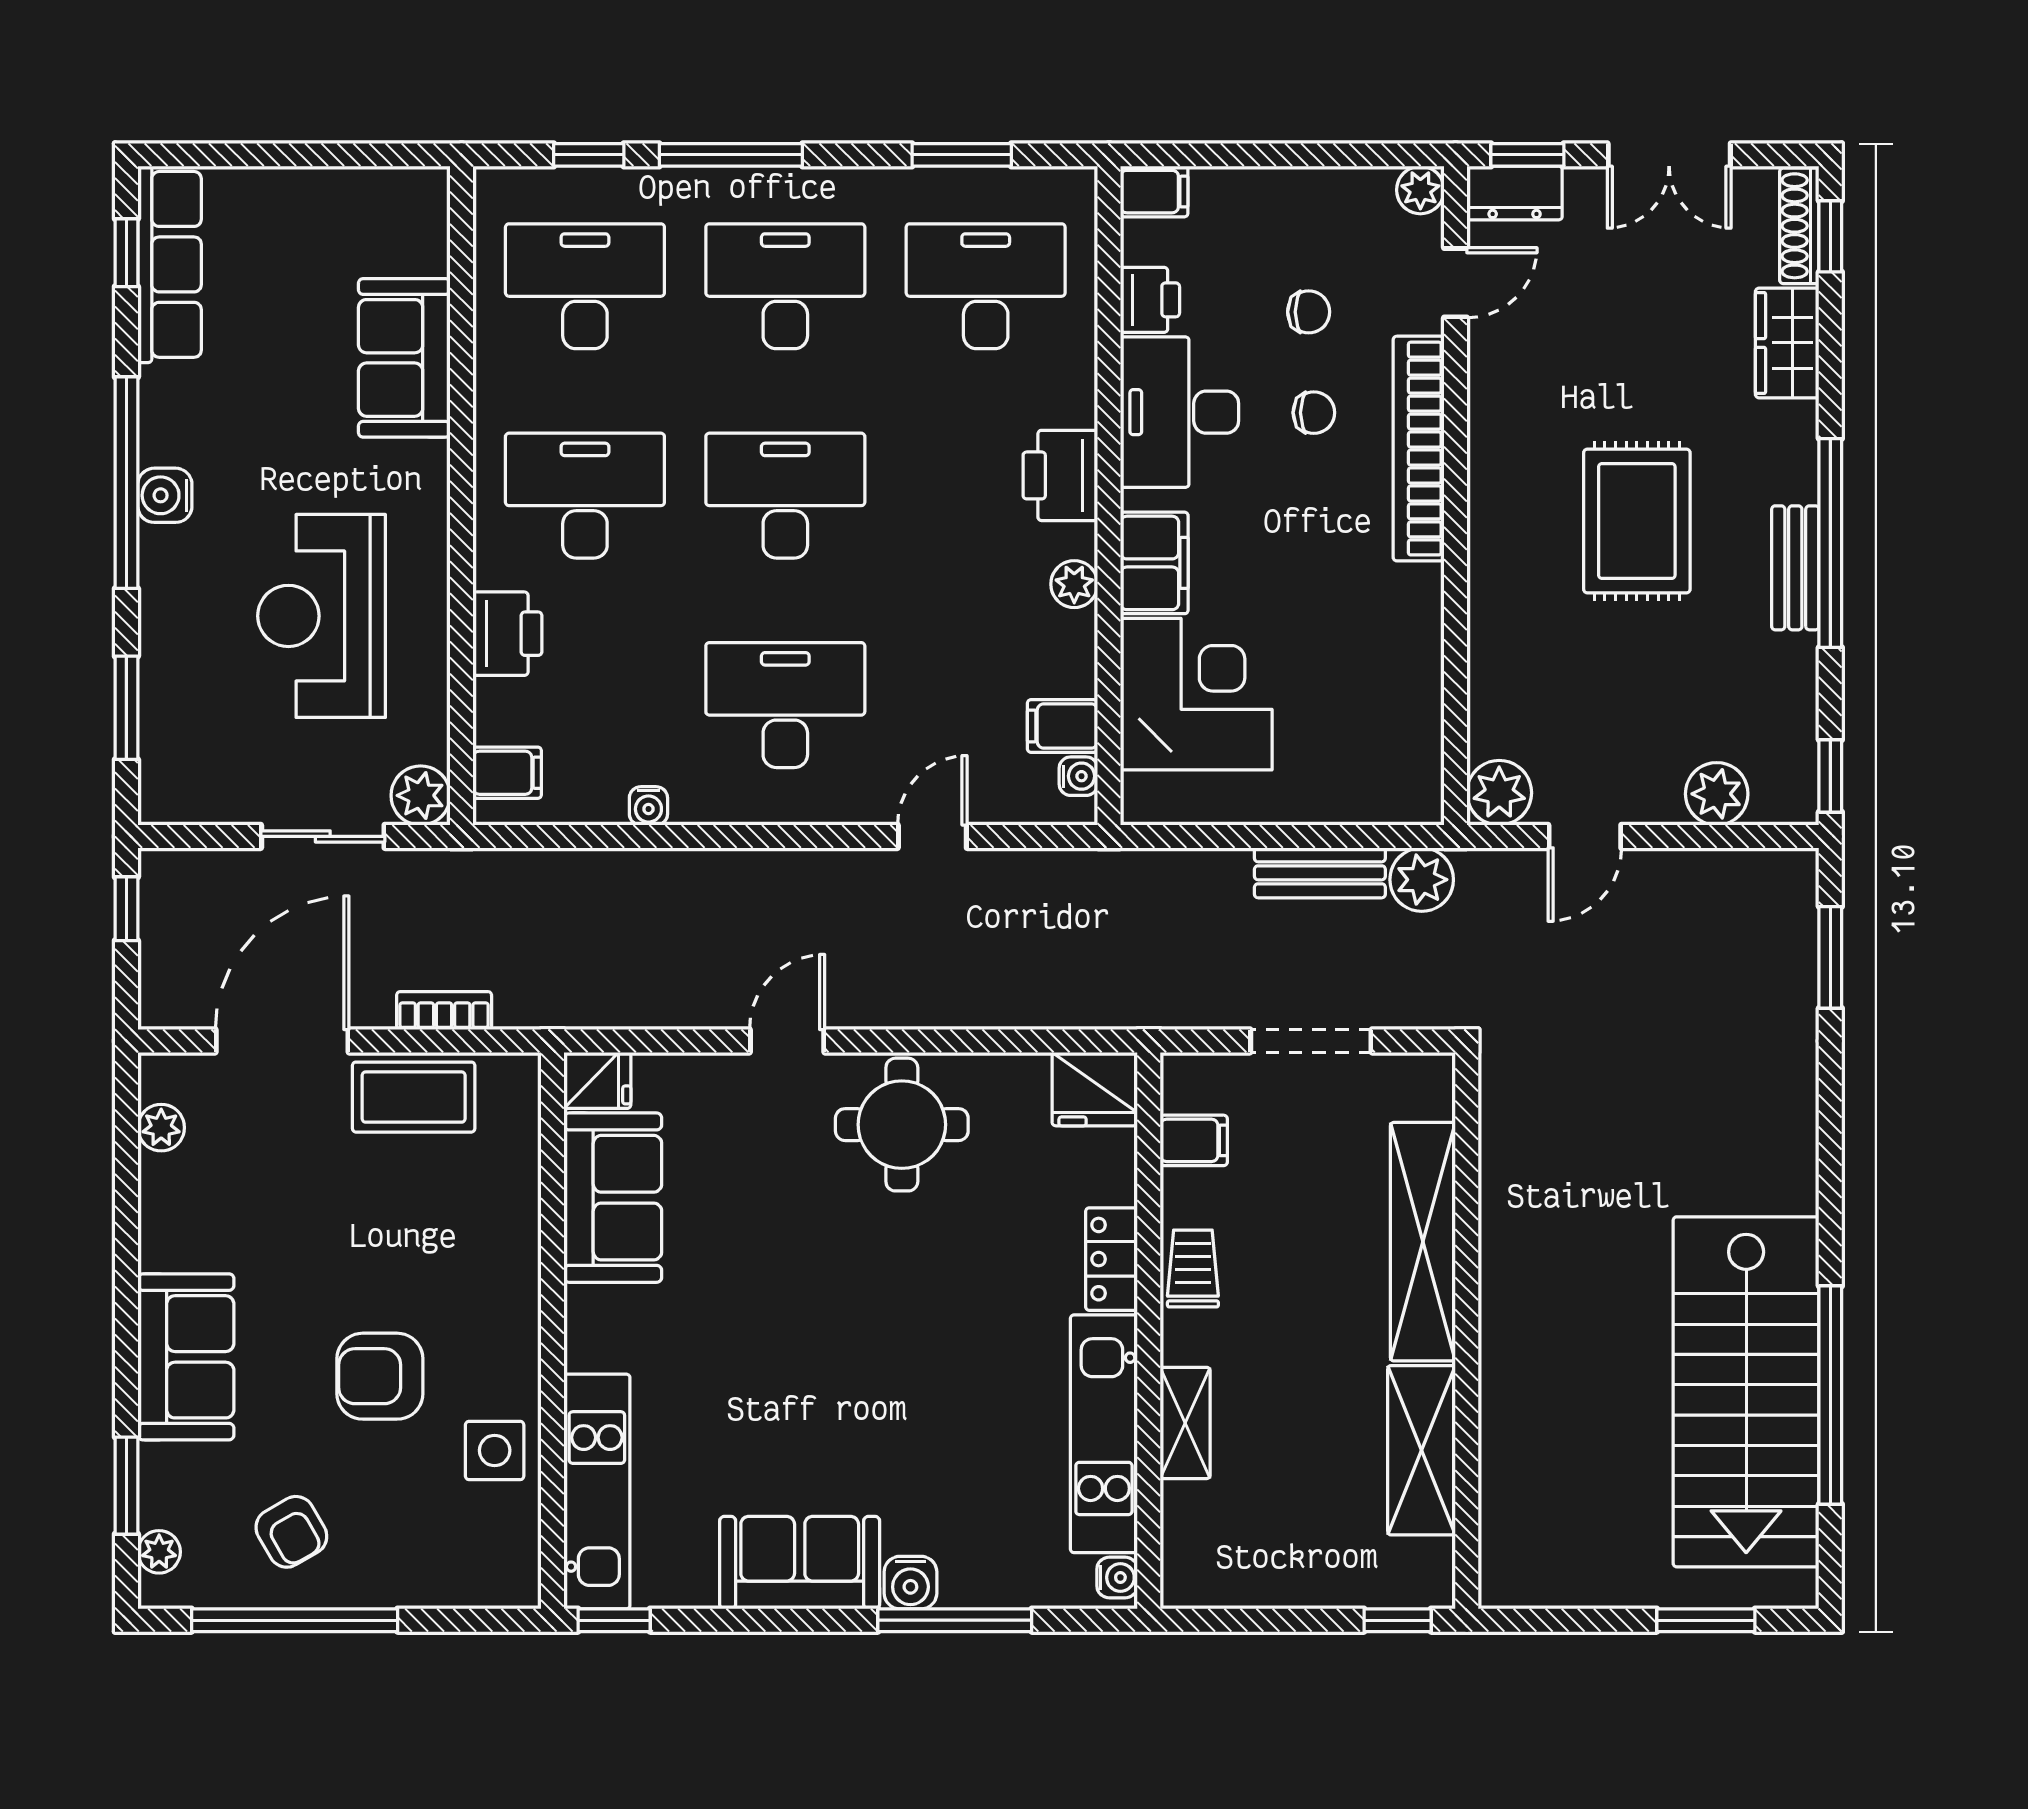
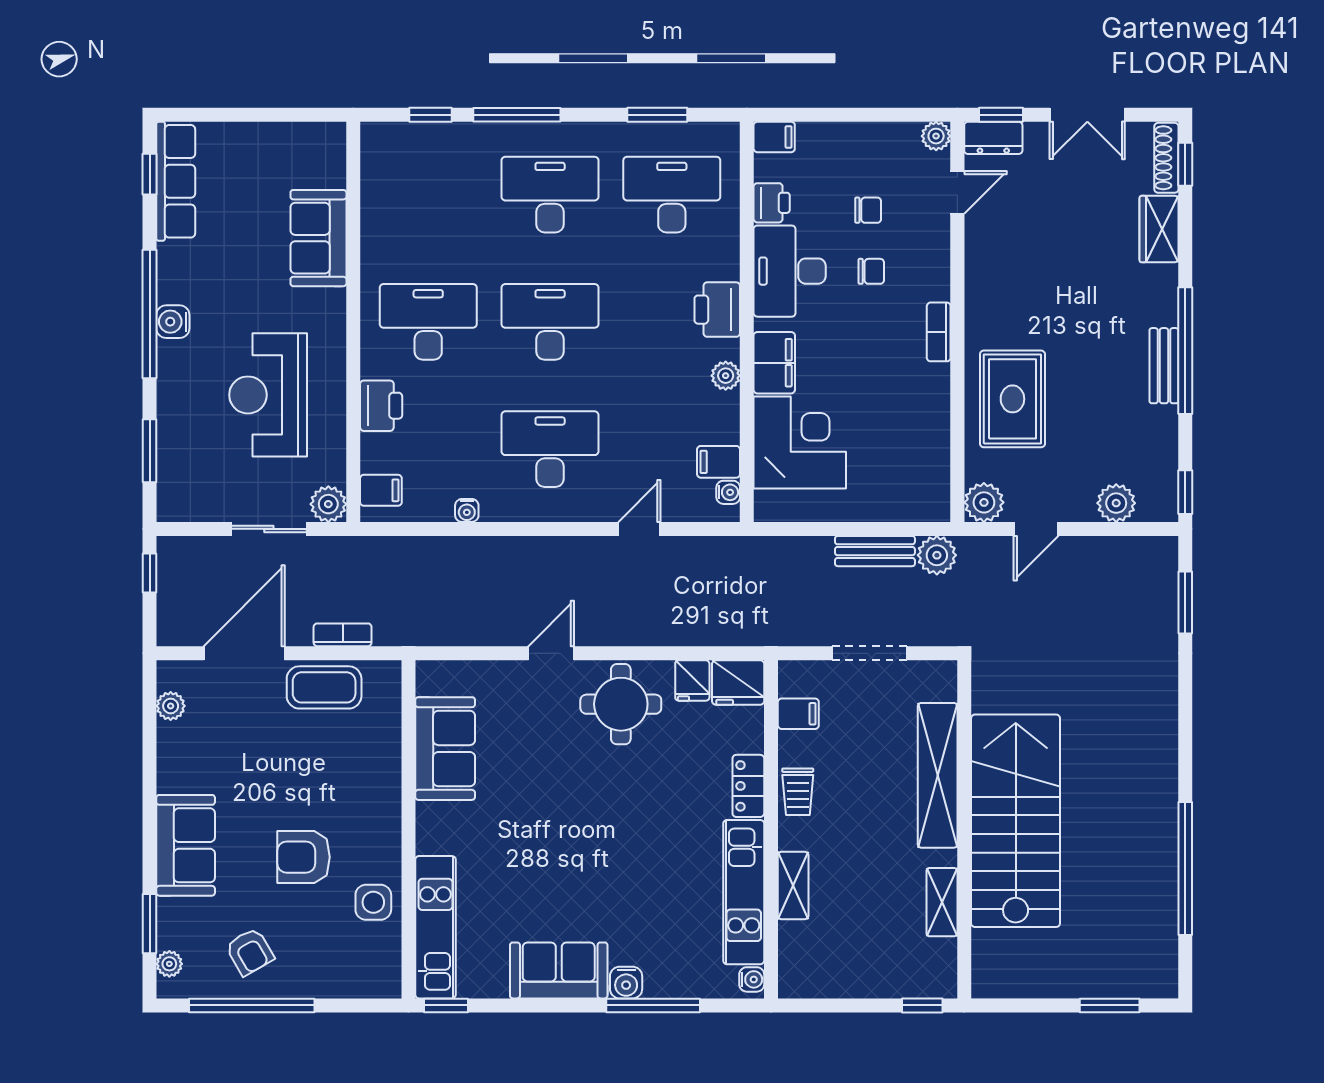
desk: (585, 286) -> (428, 195), removed
bookcase: (1419, 449) -> (939, 332), width x0.43, depth x0.76
rug: (1637, 521) -> (1012, 399), moved
fridge: (597, 1080) -> (692, 681), moved, turned 90
trolley: (1193, 1269) -> (798, 792), turned 180
stairs: (1746, 1392) -> (1016, 821), moved, turned 180
shelving: (1422, 1450) -> (942, 902), width x0.67, depth x0.75

